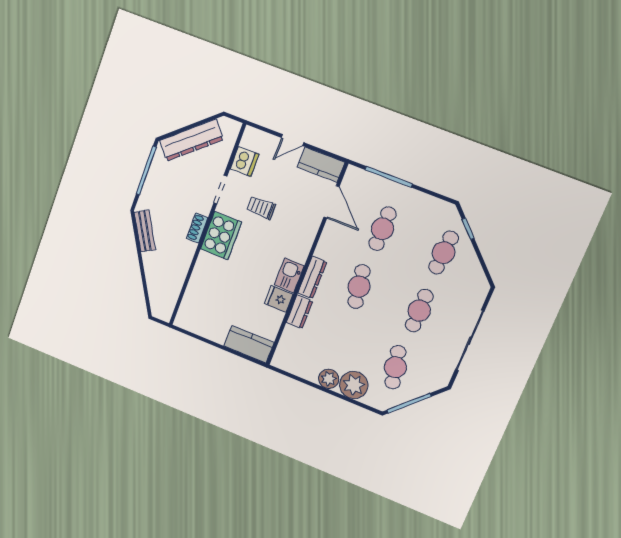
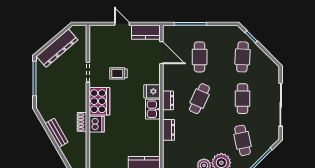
door: (293, 140) -> (122, 24), swing flipped
dishwasher: (244, 161) -> (97, 124), moved
shoe rack: (197, 228) -> (82, 122), moved
bench: (145, 231) -> (57, 133), moved
dresser: (312, 277) -> (168, 100), width x0.70
cafe table: (359, 287) -> (200, 99), turned 33
fridge: (279, 299) -> (152, 91), moved

